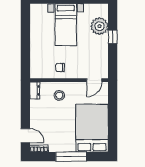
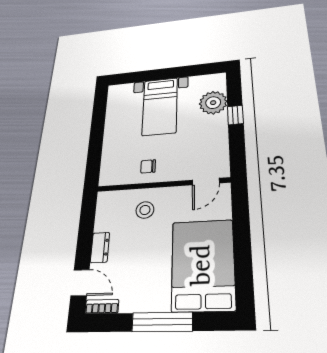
dresser: (35, 90) -> (100, 247), moved

